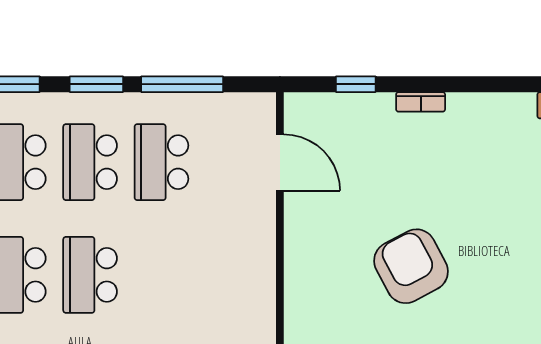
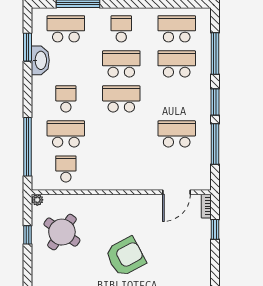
bookcase: (421, 102) -> (206, 206), moved
school desk: (90, 162) -> (177, 99), removed

